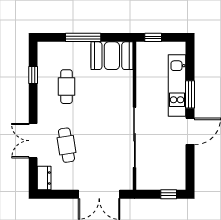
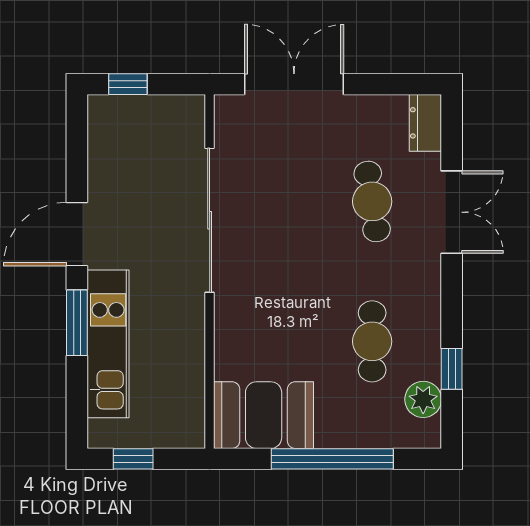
window: (83, 37) -> (332, 459), width x1.46
window: (153, 37) -> (133, 459), moved
plant: (45, 62) -> (423, 399), added

